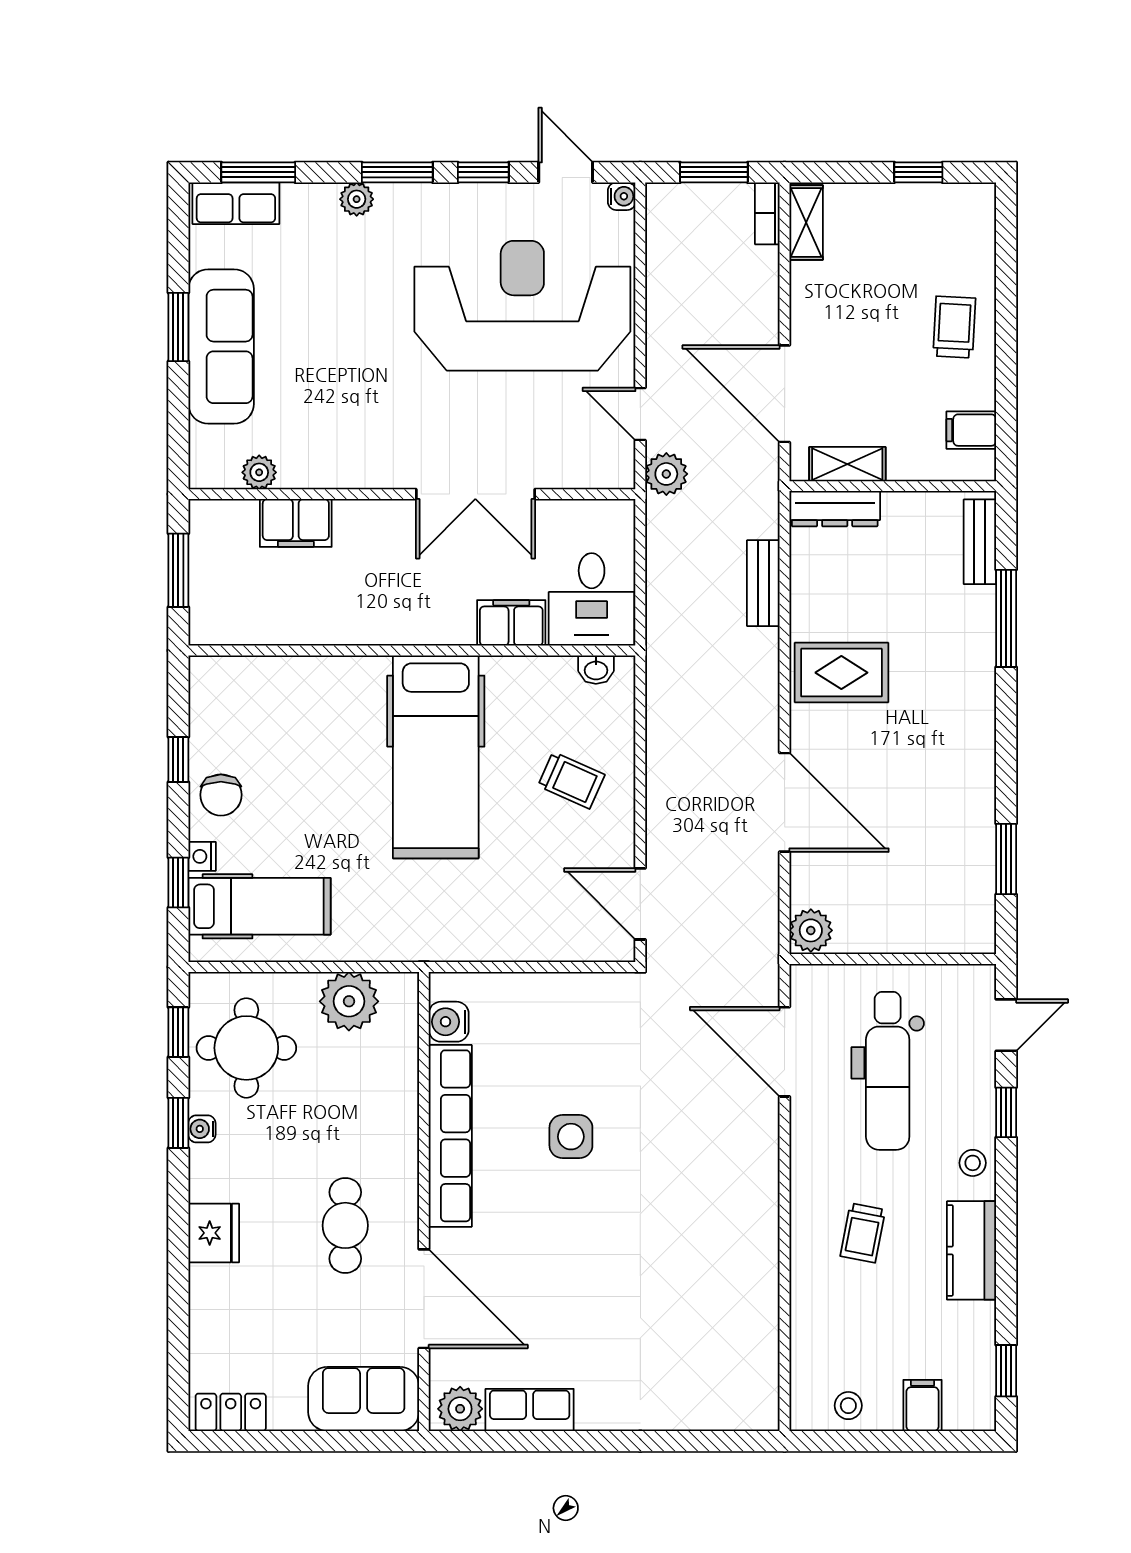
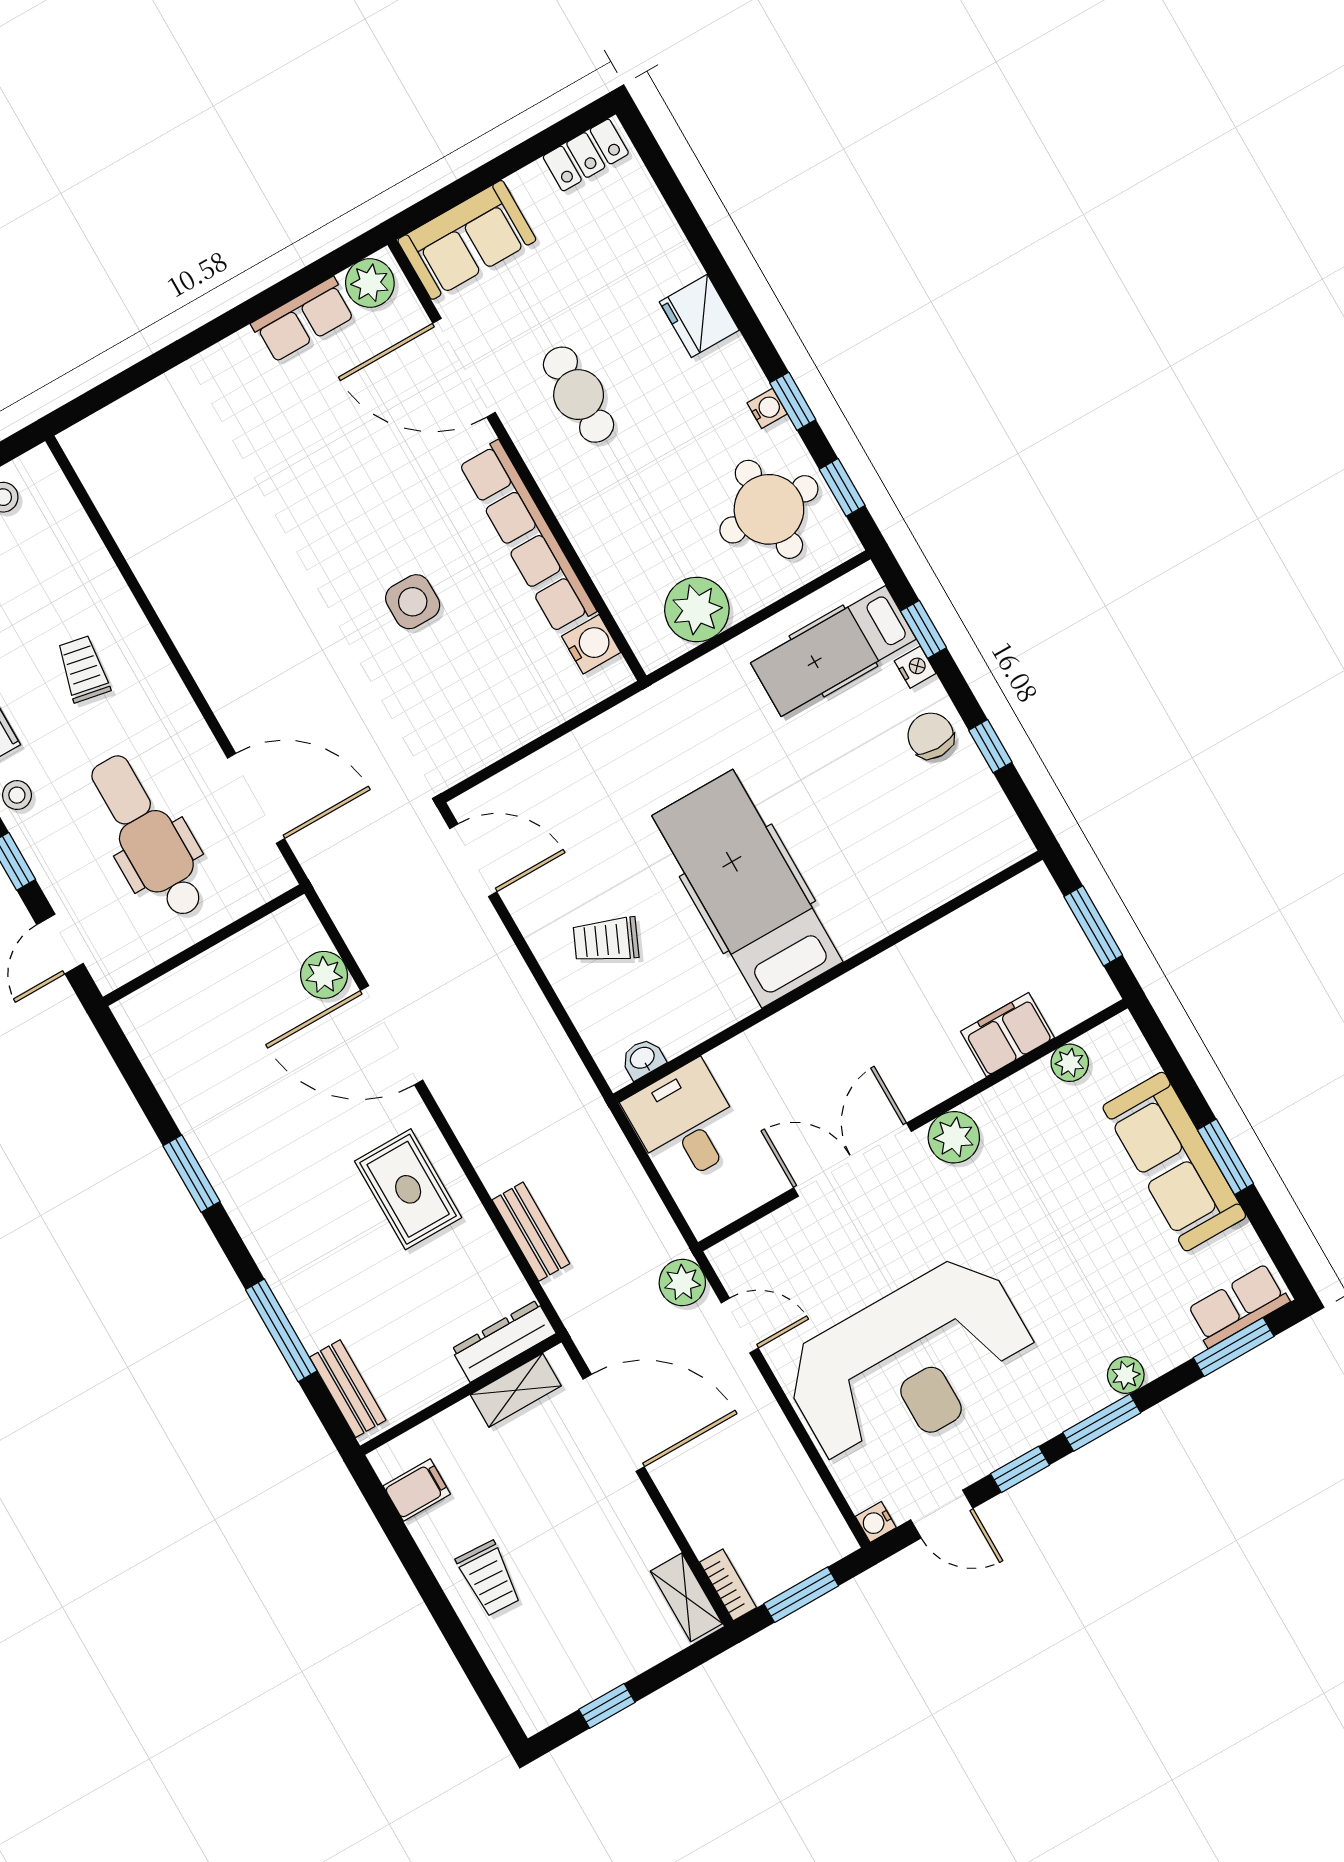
plant: (385, 466) -> (954, 1137), added
filing cabinet: (511, 623) -> (749, 1057), removed
rug: (841, 673) -> (408, 1189), turned 90
window: (1006, 859) -> (192, 1174), moved
plant: (811, 930) -> (324, 975), moved

